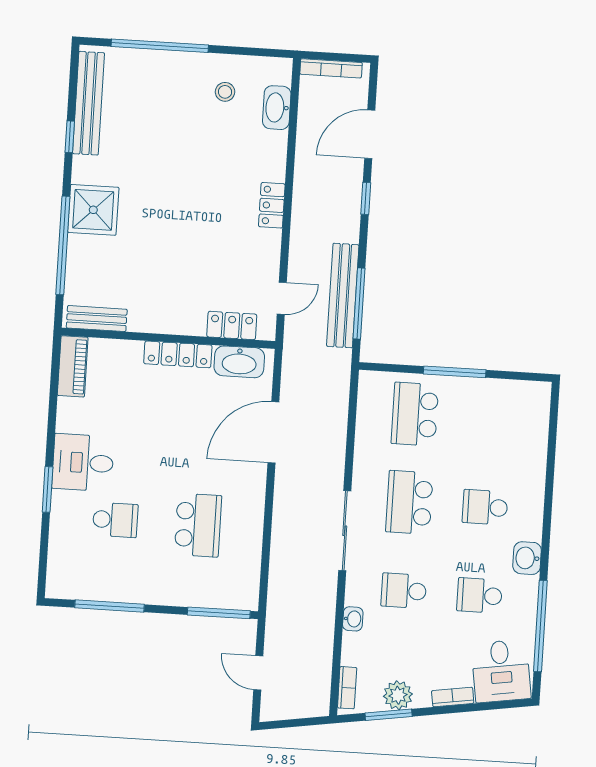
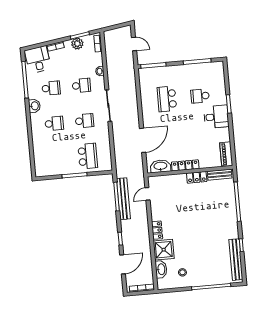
shower: (93, 210) -> (164, 250), moved
locker: (232, 325) -> (197, 177), moved
school desk: (409, 502) -> (85, 121), width x0.54

